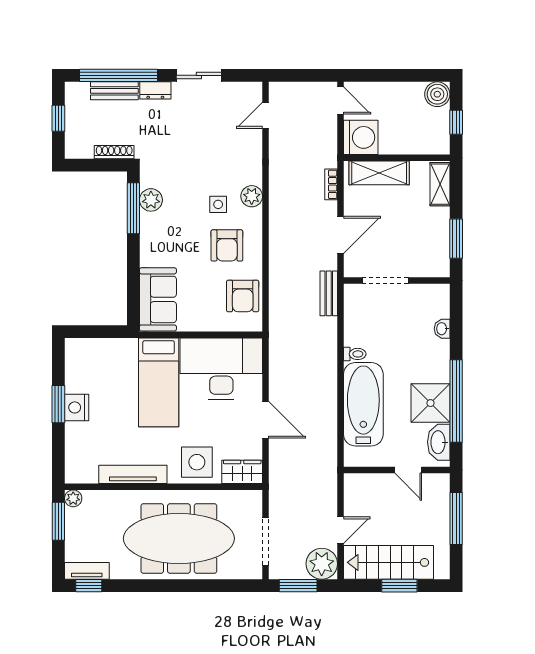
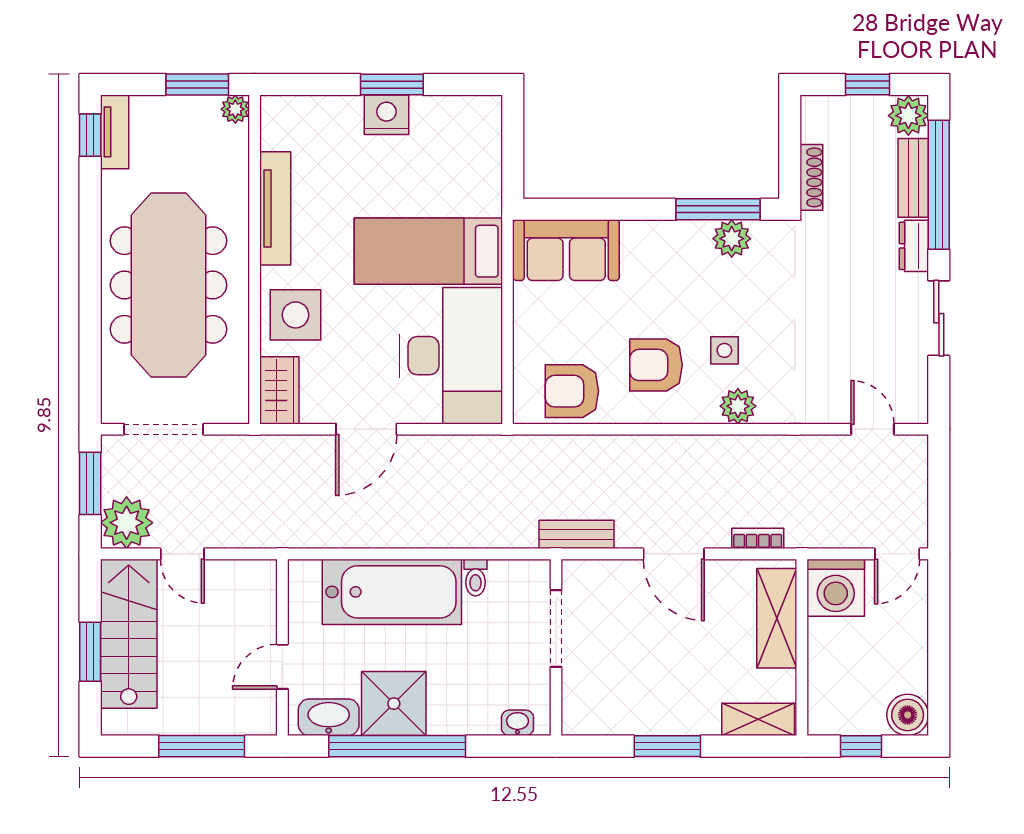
plant: (77, 94) -> (908, 116), added
doorway: (385, 281) -> (556, 628), moved
wall: (397, 281) -> (556, 647), moved

